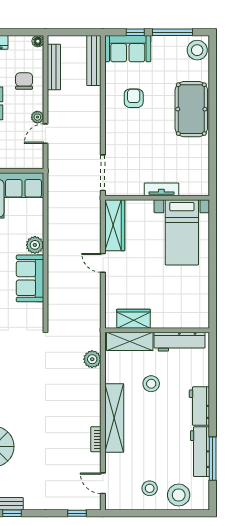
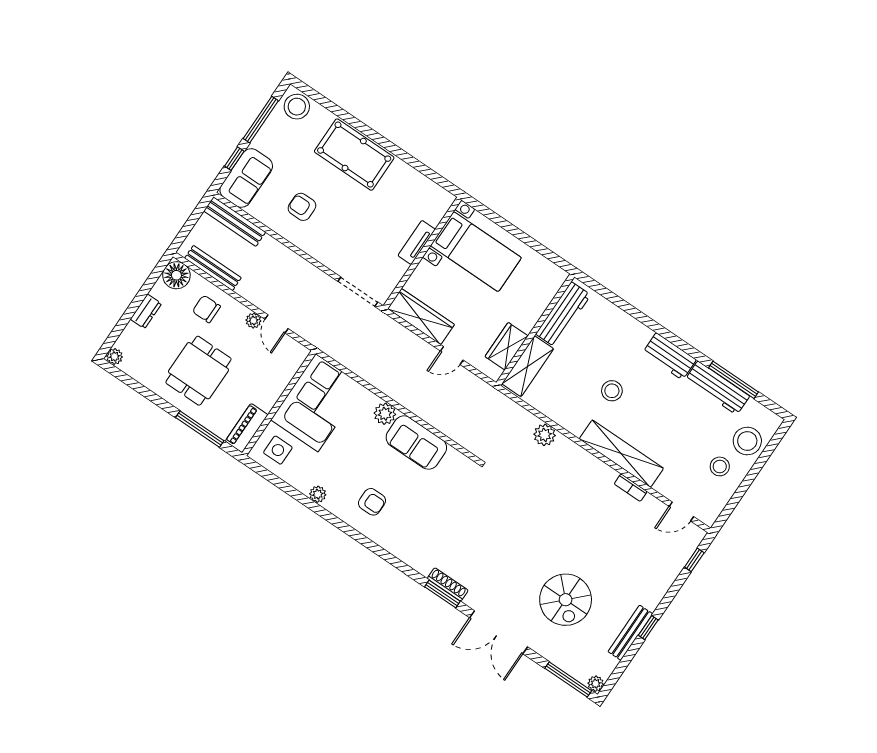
floor lamp: (38, 41) -> (176, 275), width x1.89, depth x1.89
wardrobe: (133, 319) -> (507, 346), moved
wall: (157, 330) -> (535, 330), moved
shelving: (130, 341) -> (528, 366), moved
workbench: (180, 342) -> (563, 314), moved

